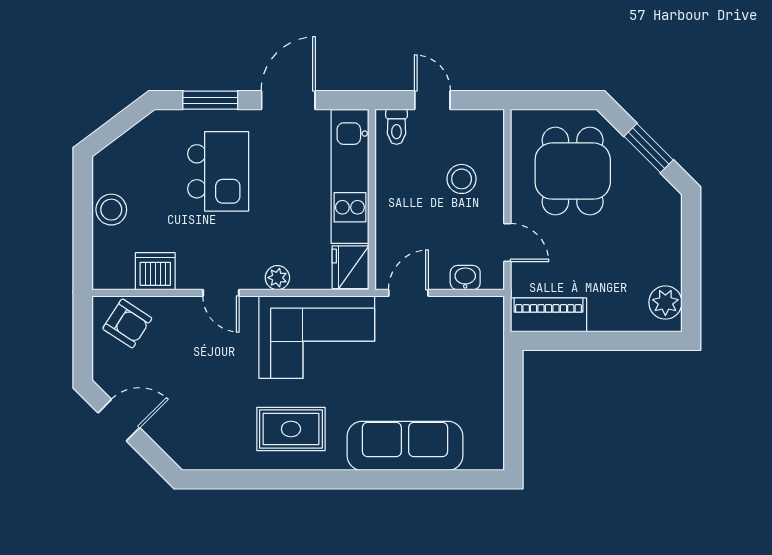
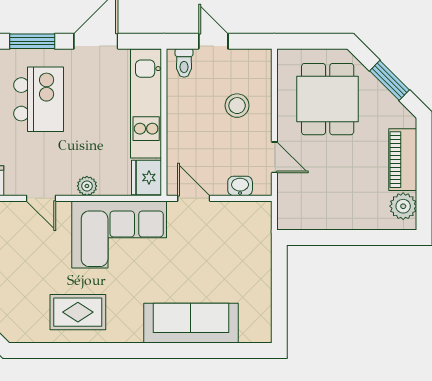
door: (408, 293) -> (194, 198), hinge flipped
piano: (548, 315) -> (403, 160), moved, turned -90
rug: (291, 429) -> (78, 312), moved

